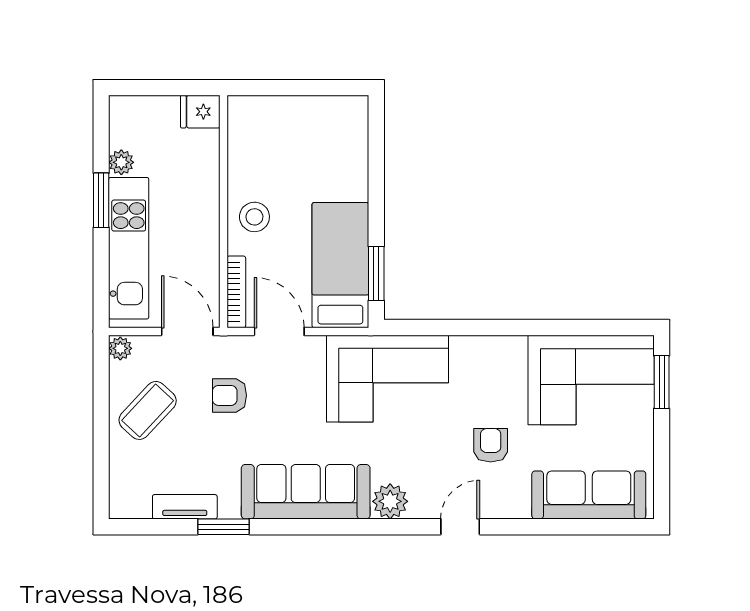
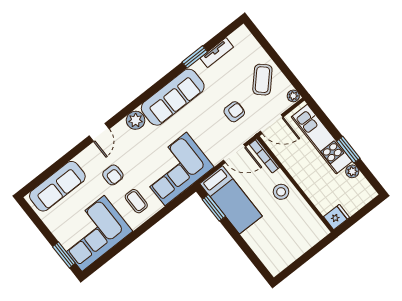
coffee table: (486, 377) -> (136, 201), added

